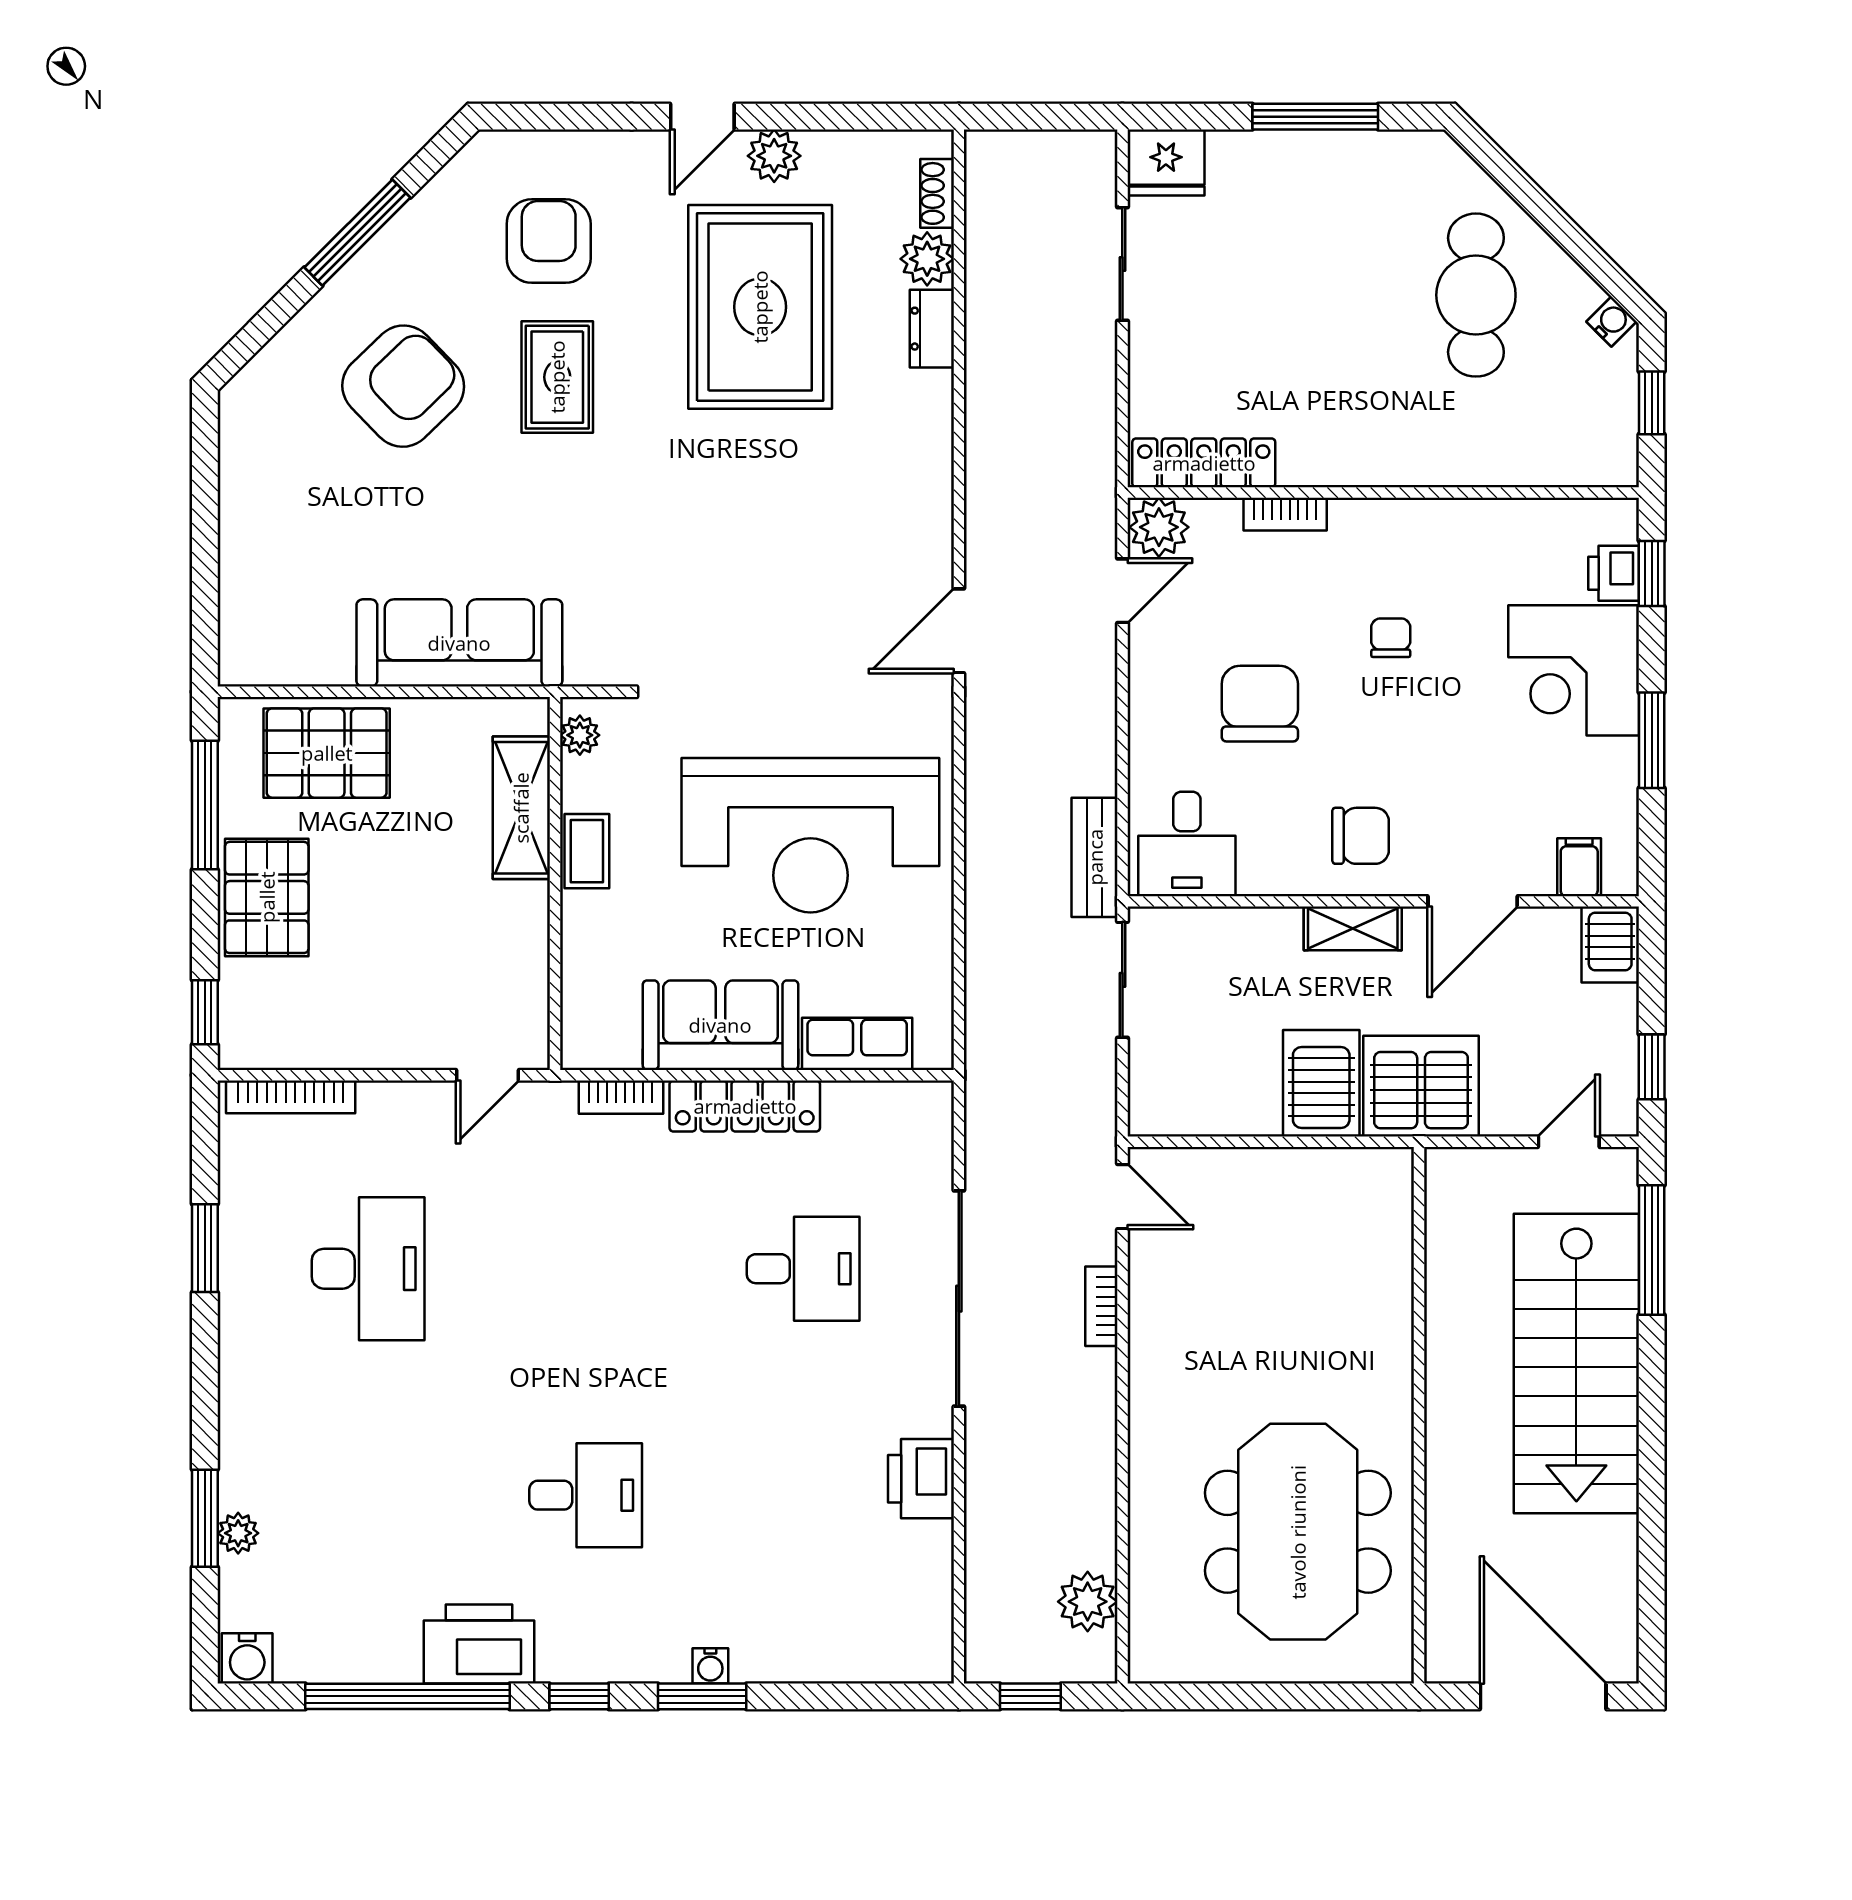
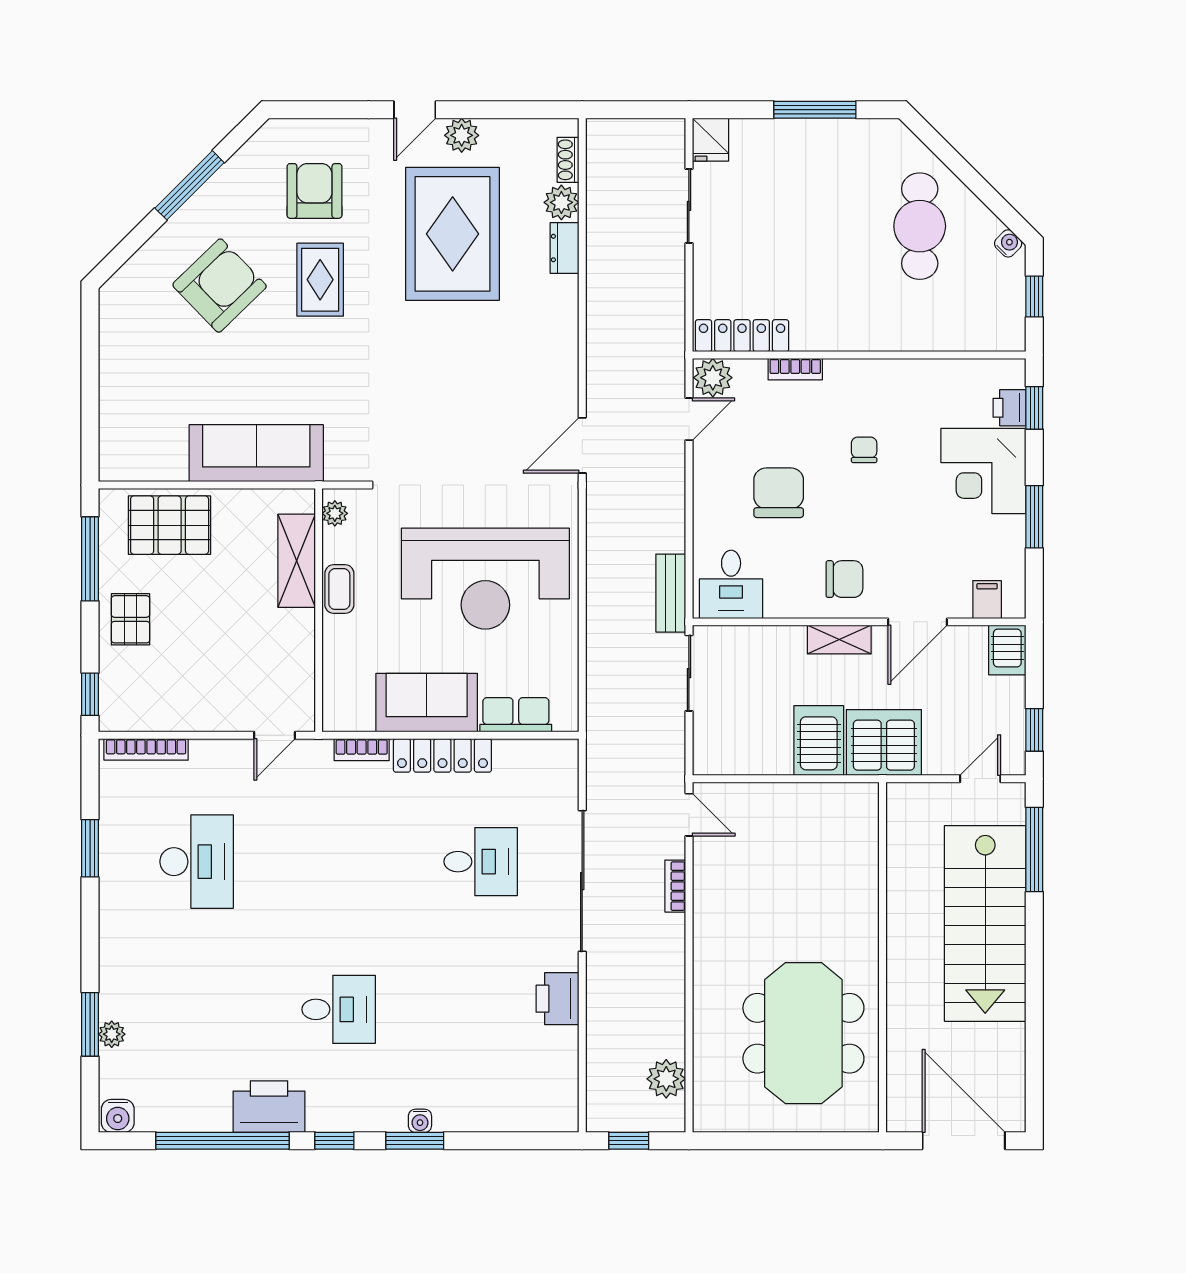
fridge: (1166, 162) -> (710, 140), width x0.72
pallet: (267, 897) -> (130, 619), width x0.67, depth x0.71

